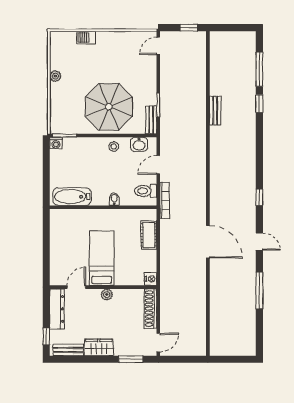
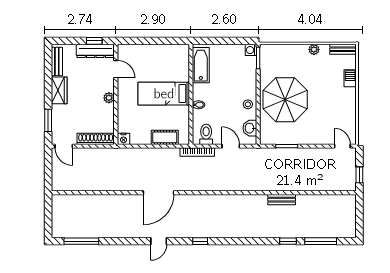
bench: (151, 120) -> (343, 49), moved
bed: (102, 258) -> (164, 94), moved, turned 180
window: (259, 290) -> (81, 241), moved
window: (46, 336) -> (94, 41), moved

